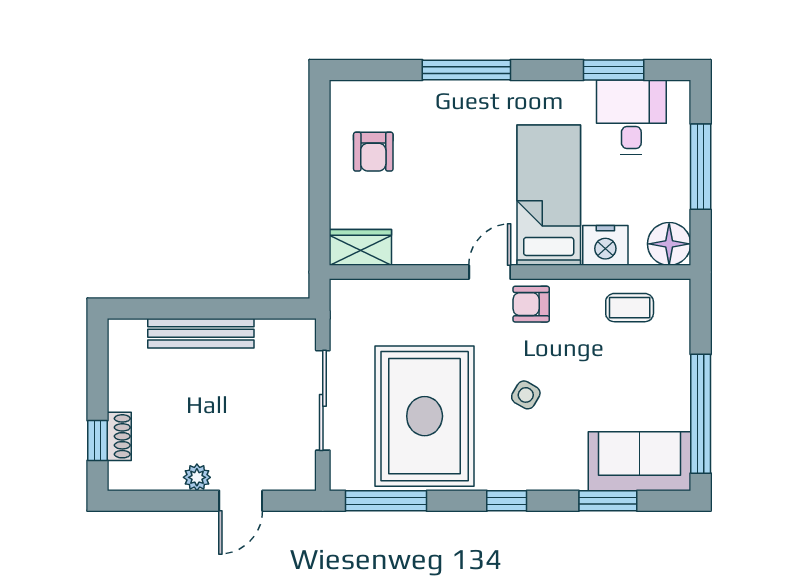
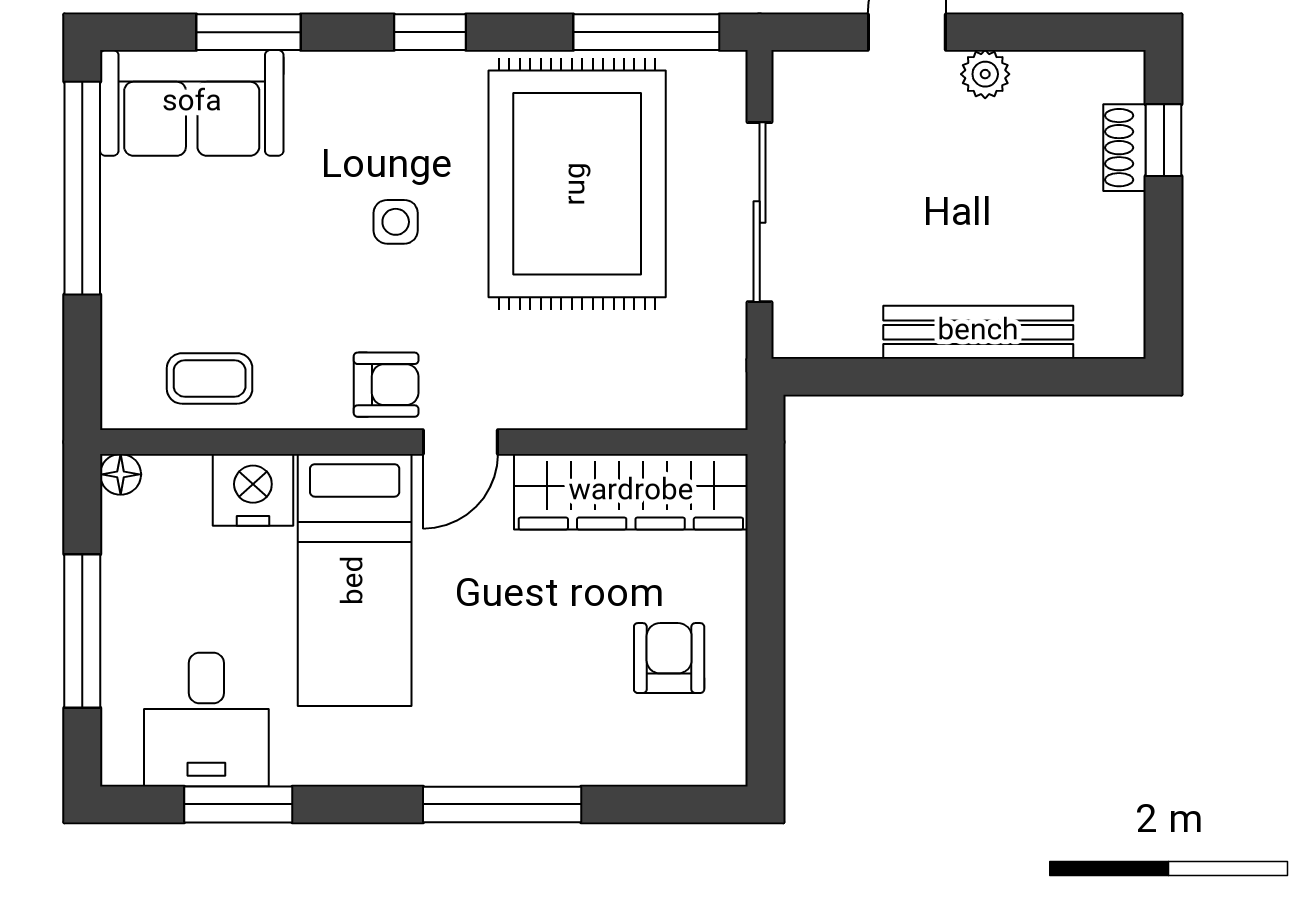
floor lamp: (669, 244) -> (121, 474), width x0.53, depth x0.53
wardrobe: (360, 247) -> (631, 492), width x2.10, depth x1.17
side table: (526, 395) -> (396, 222), turned -30

